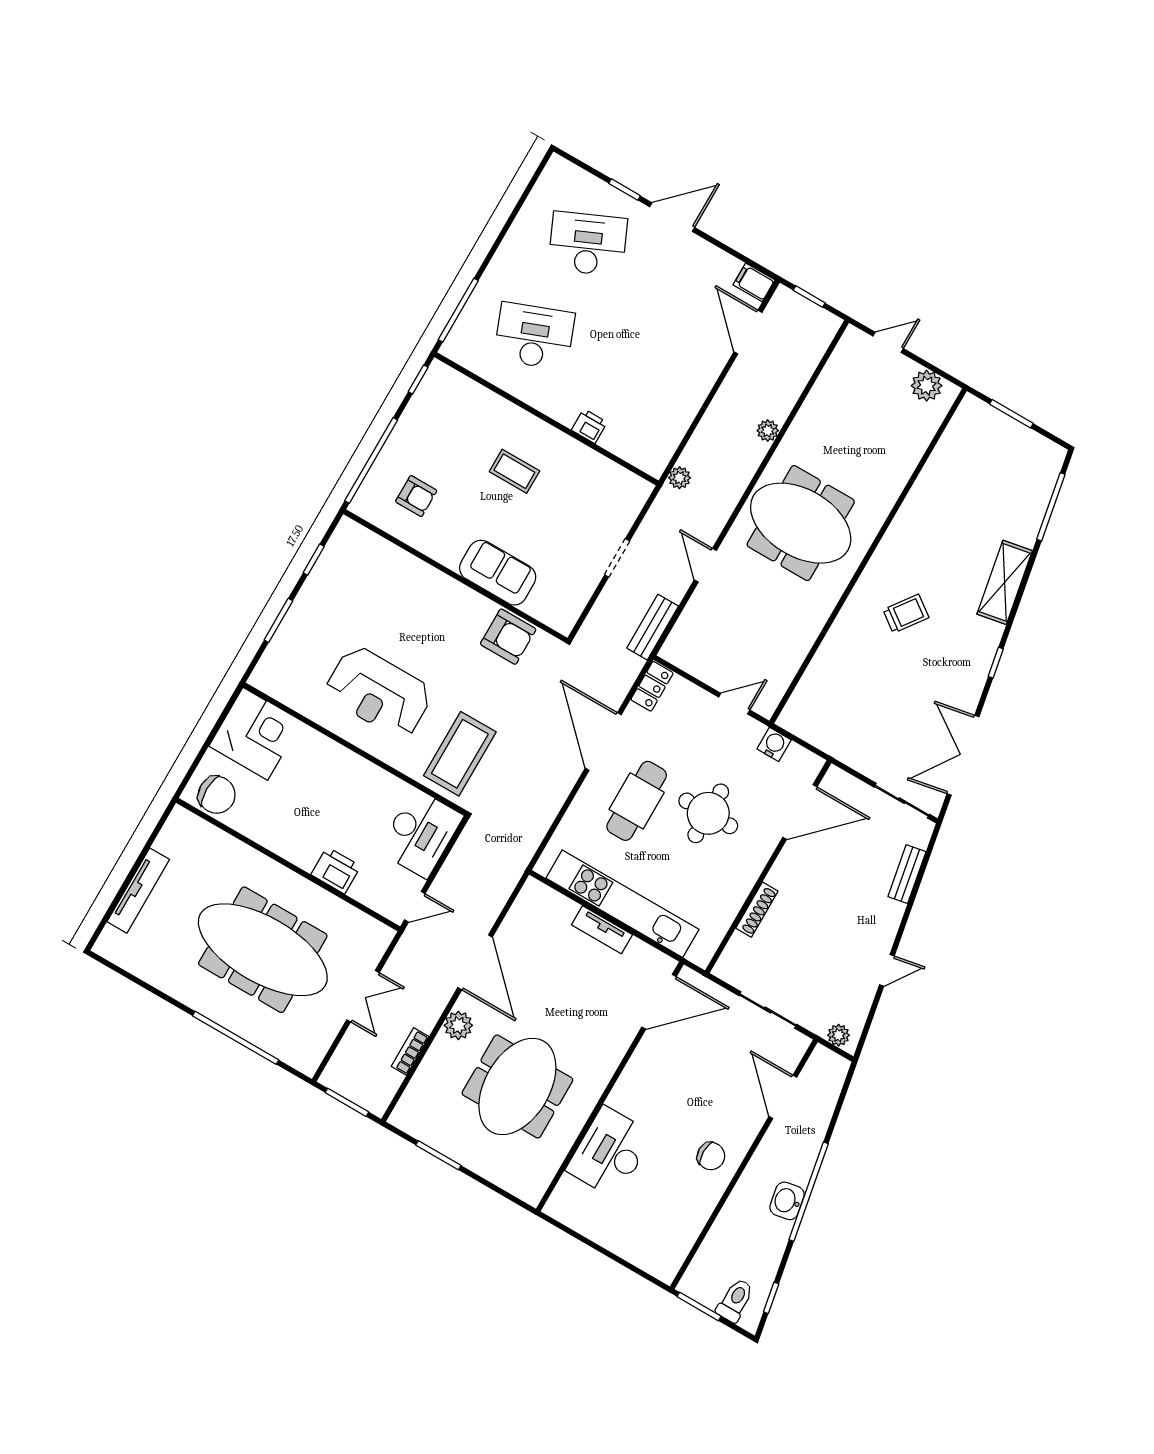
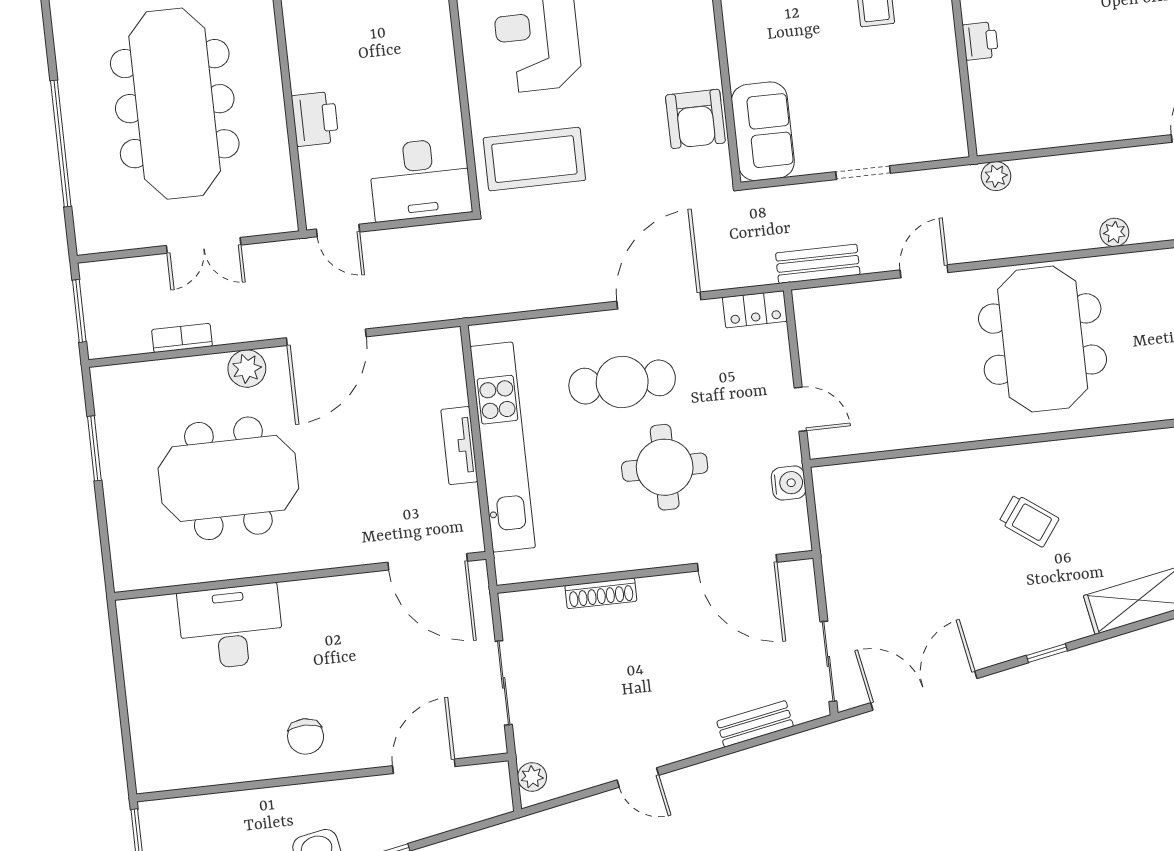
sofa: (498, 573) -> (763, 131), moved

